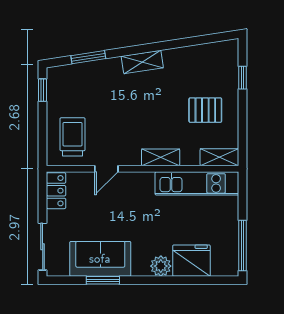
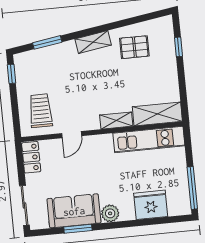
pallet: (205, 110) -> (134, 47), moved
shelving: (219, 157) -> (157, 114), width x1.50, depth x1.33
plant: (161, 266) -> (110, 213), moved

